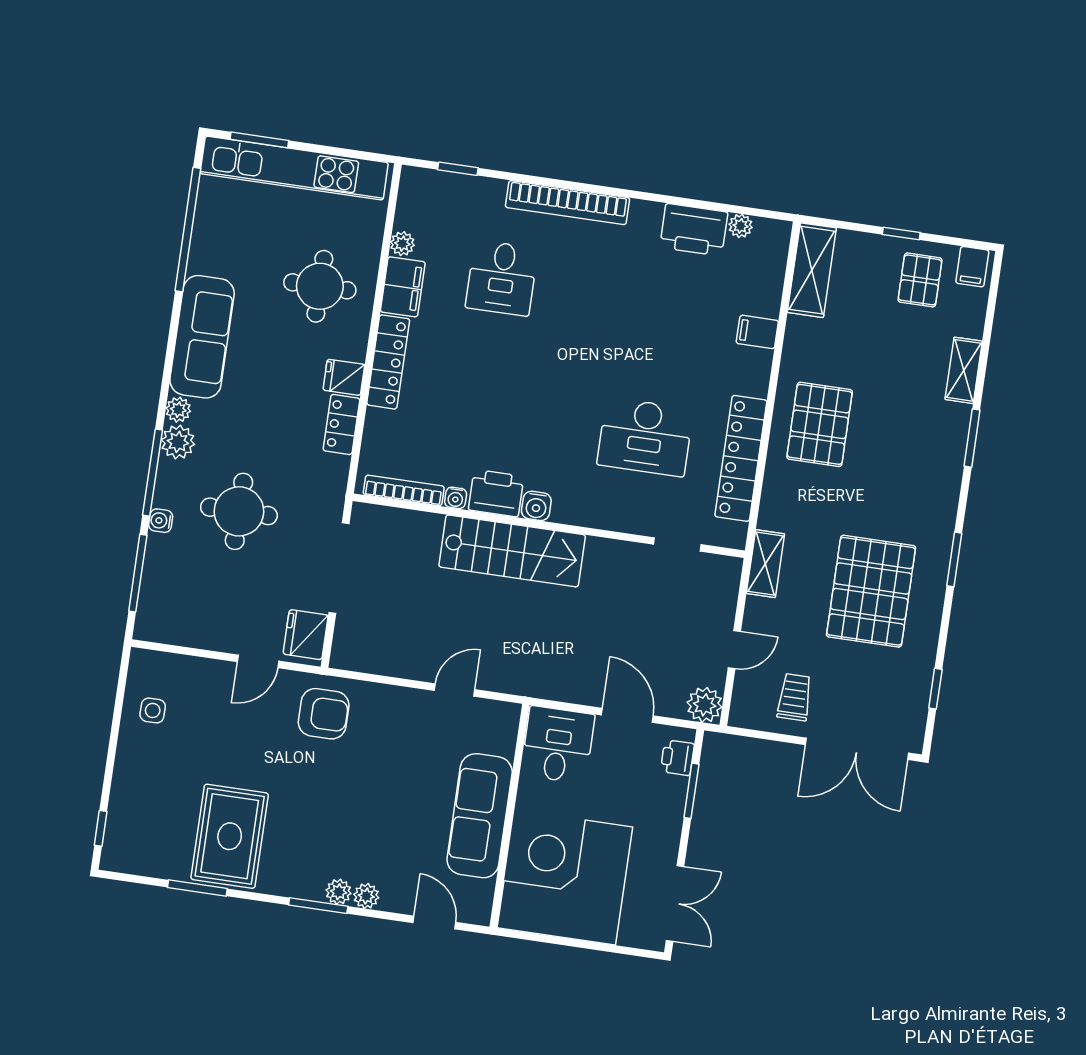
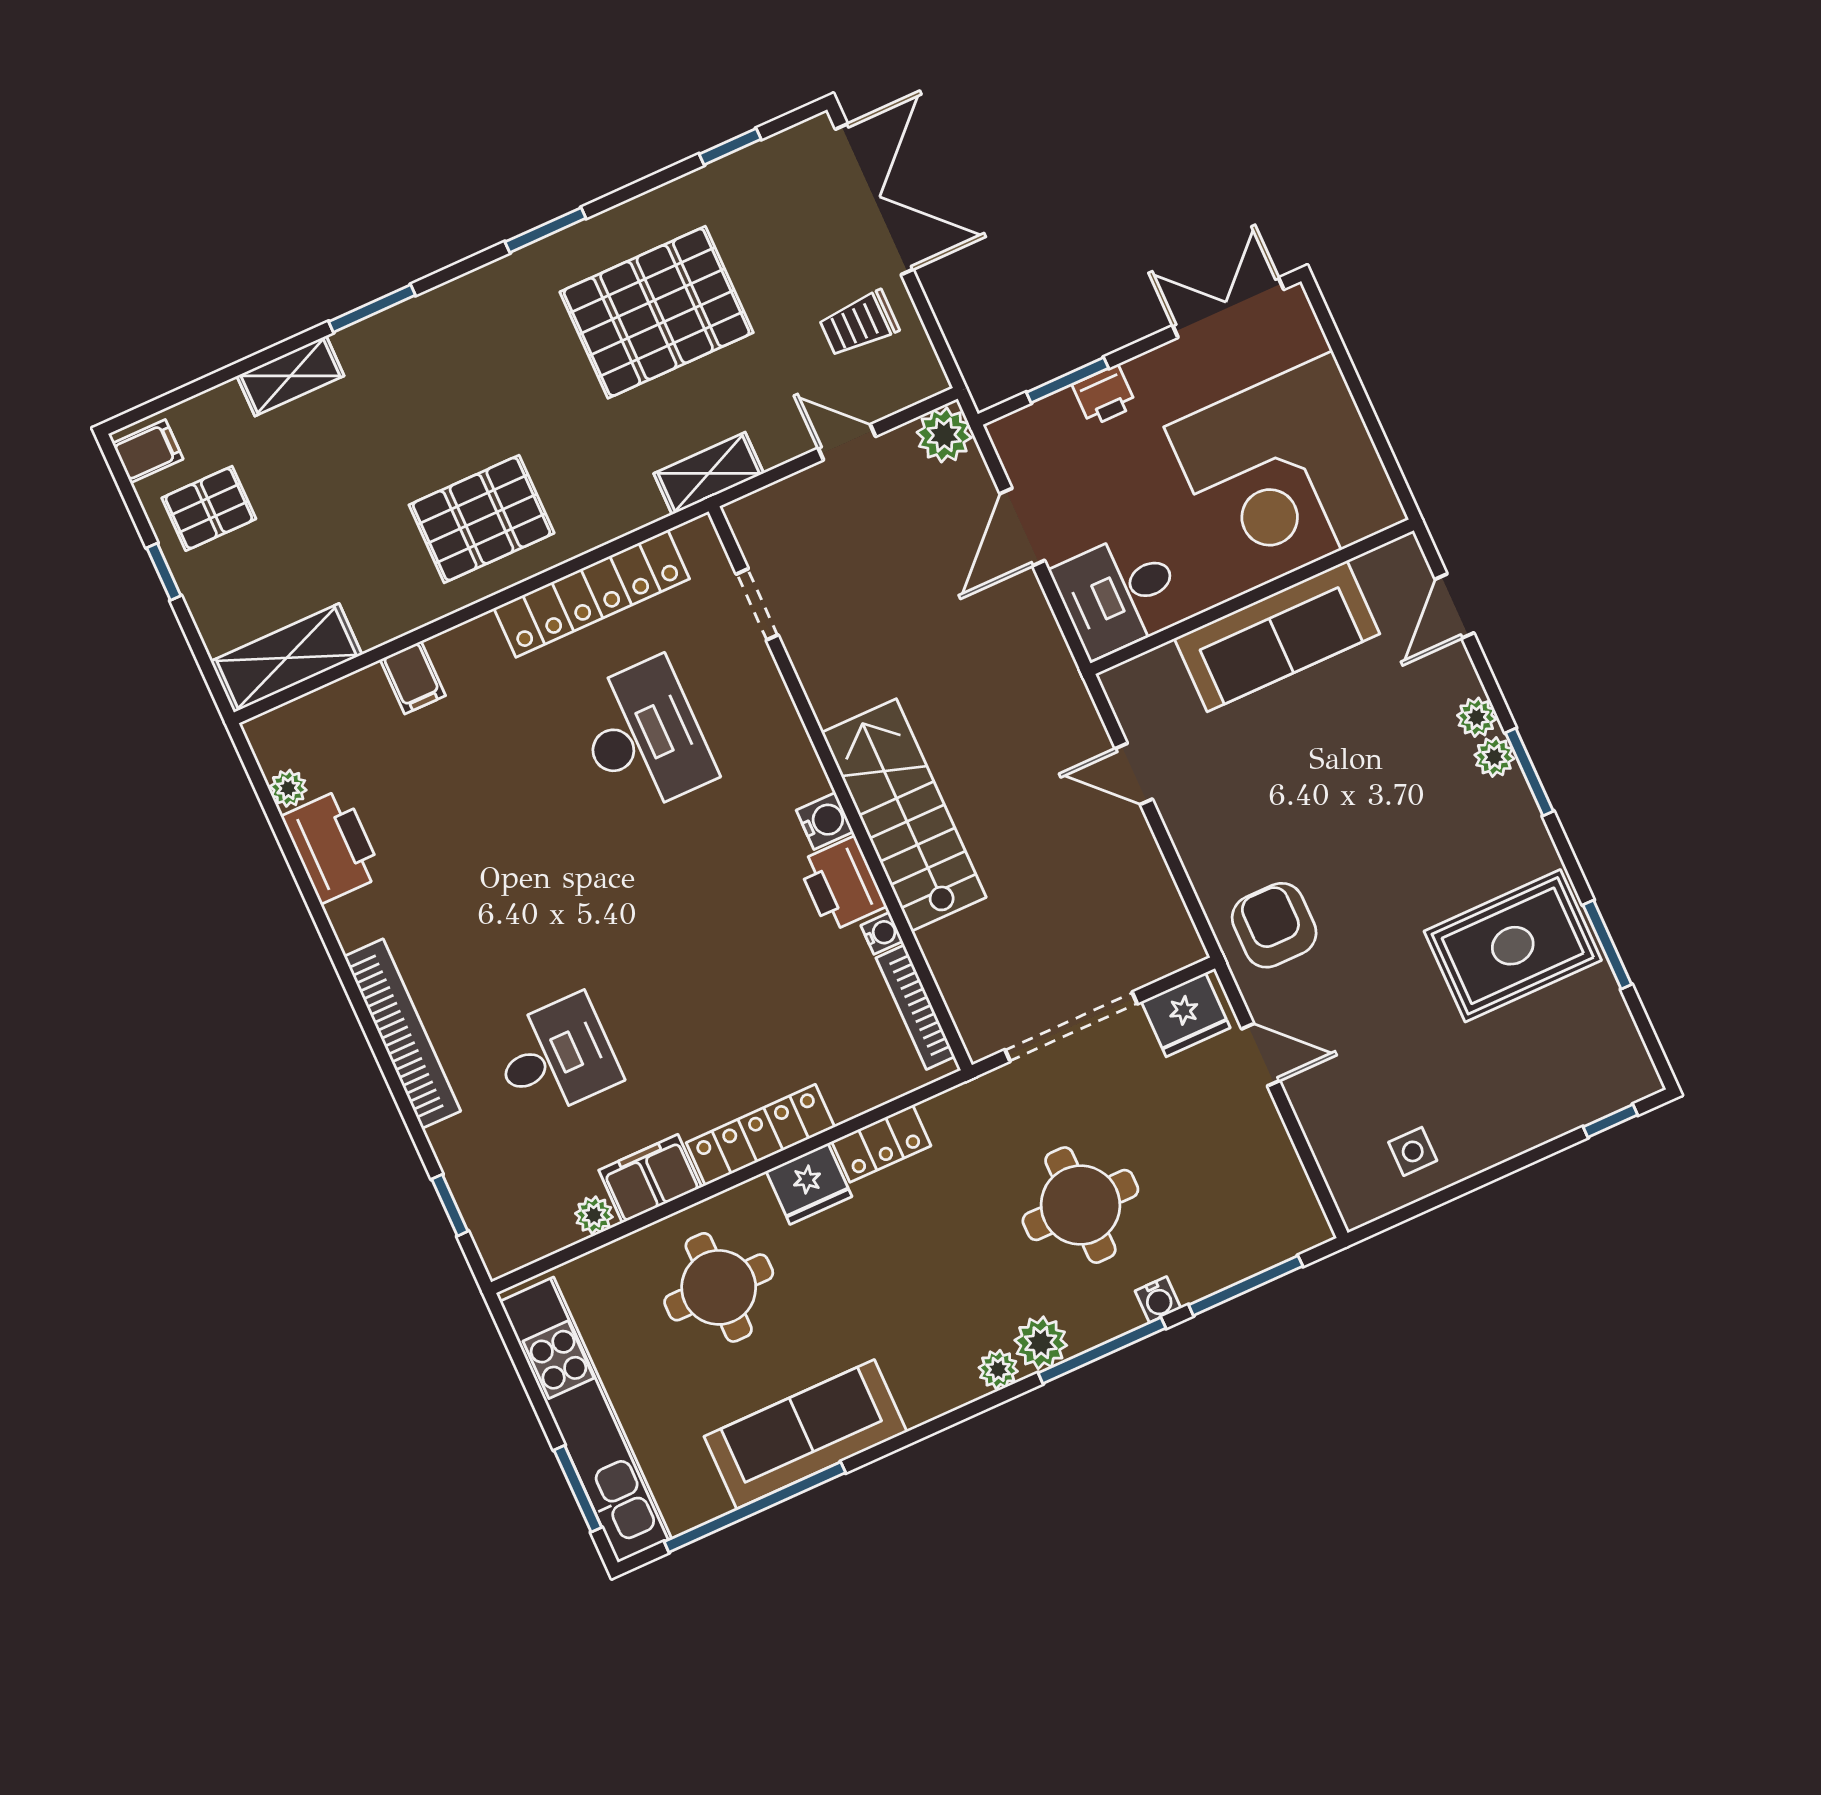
sofa: (202, 337) -> (806, 1434), moved
fridge: (344, 377) -> (809, 1184), width x1.38
printer: (677, 758) -> (1104, 395), moved

